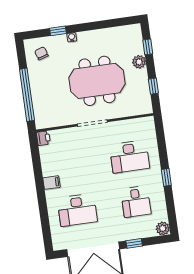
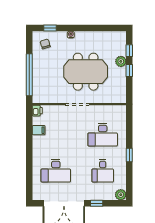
window: (58, 31) -> (50, 28), moved
window: (153, 86) -> (129, 70), moved
filing cabinet: (51, 183) -> (39, 130), moved

